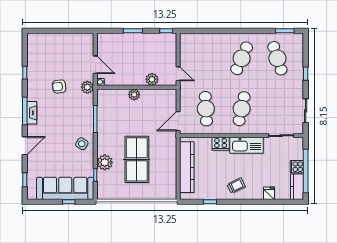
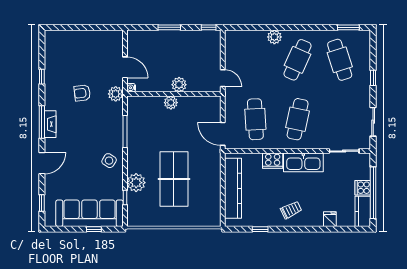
plant: (222, 39) -> (274, 37), added
plant: (152, 79) -> (179, 85), moved
door: (178, 121) -> (223, 134), hinge flipped

